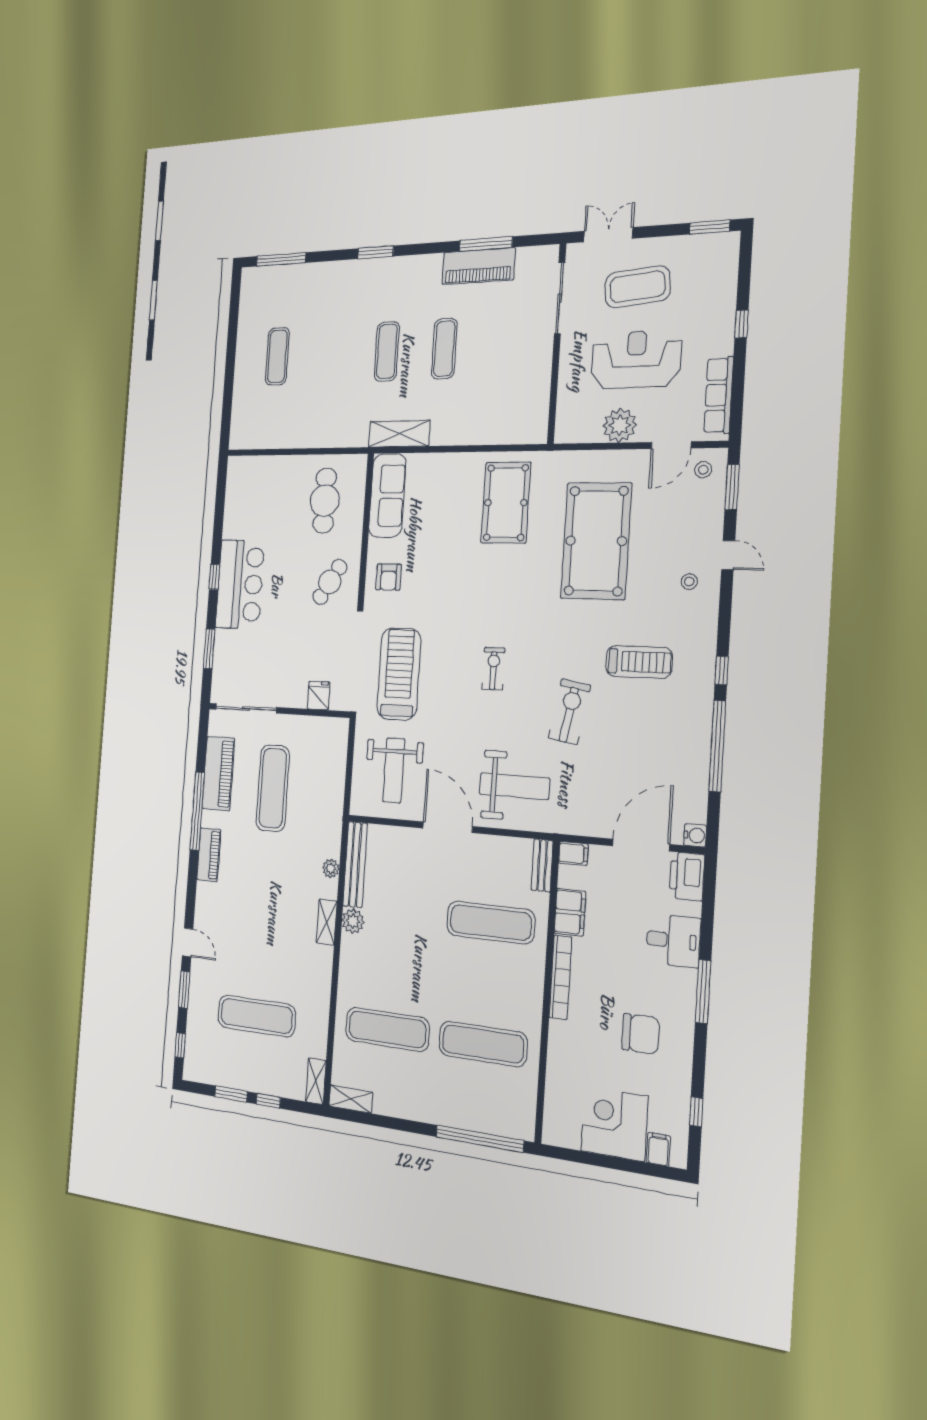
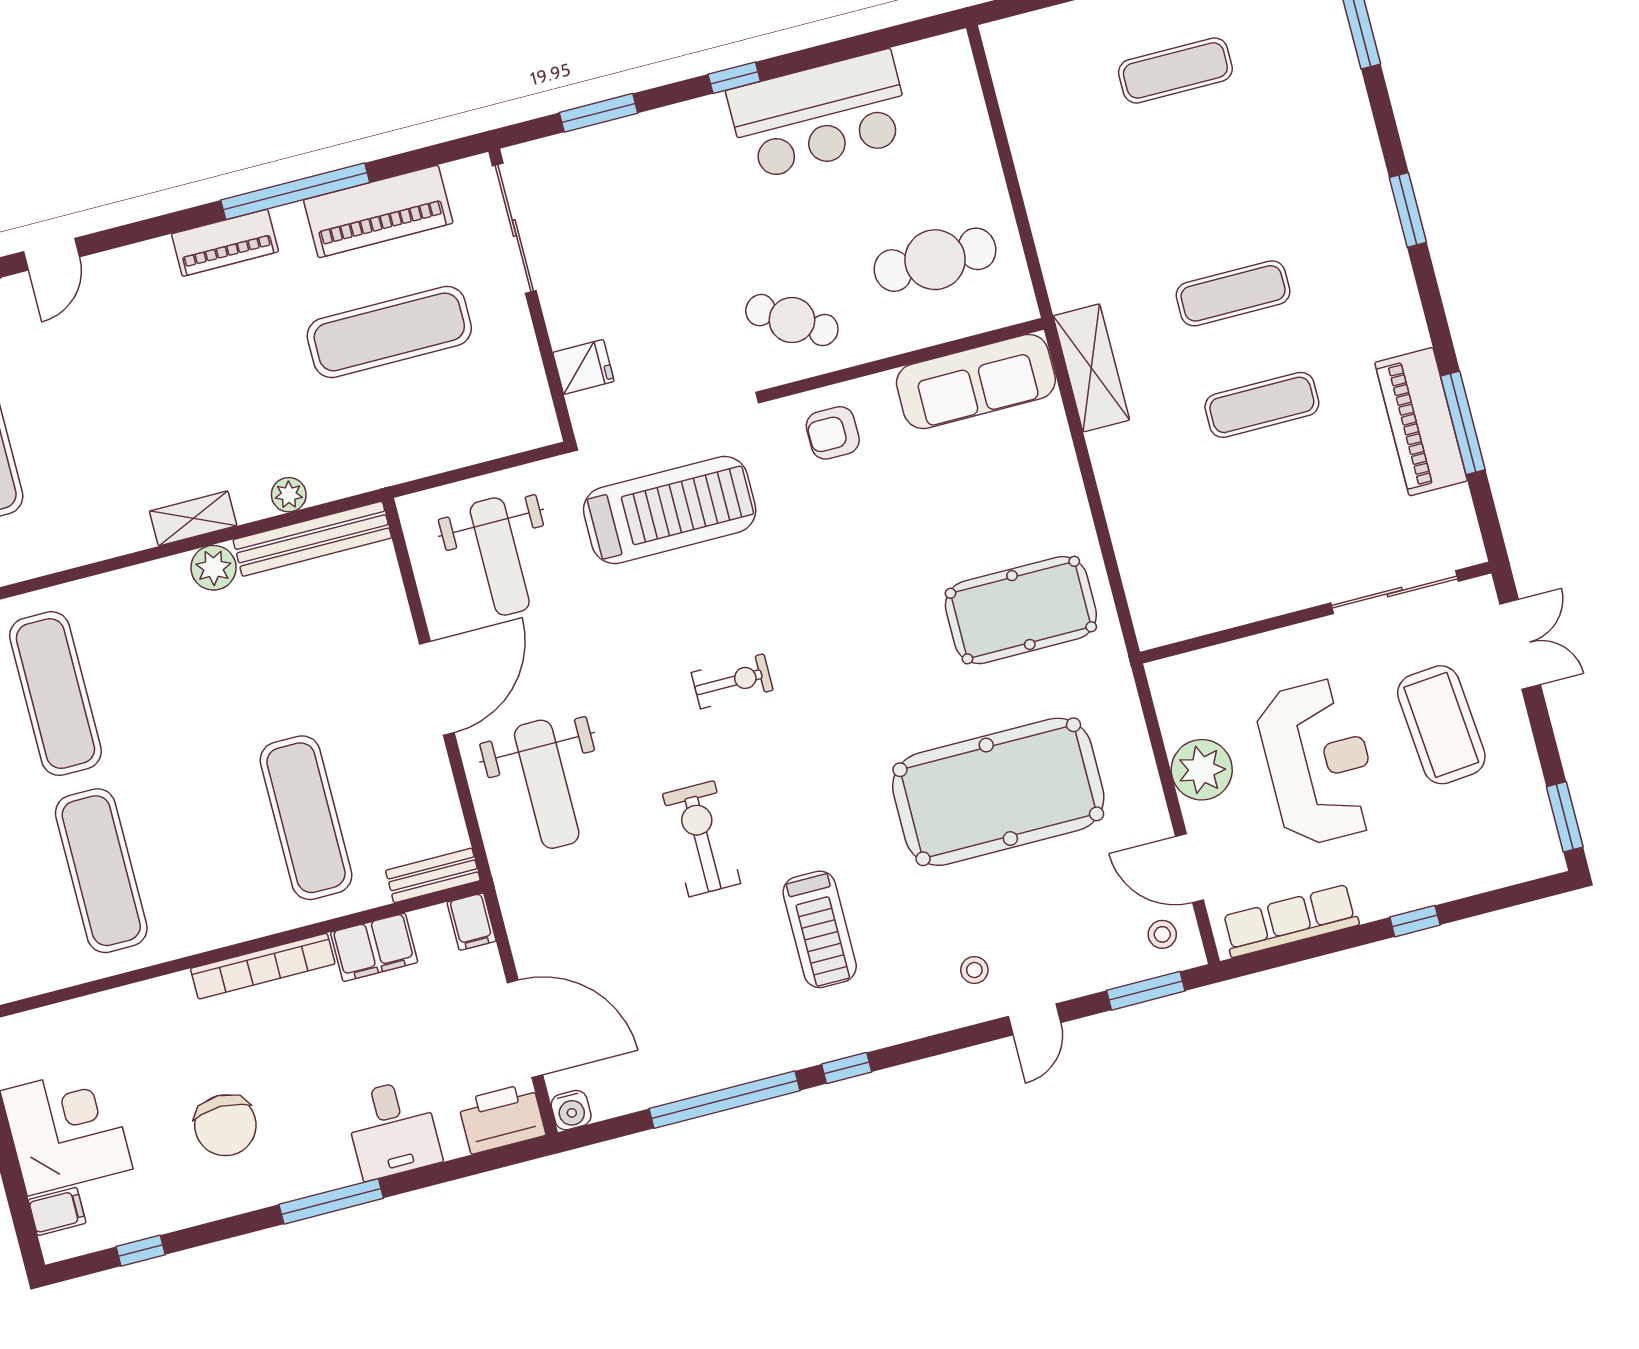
bar counter: (240, 584) -> (820, 115), moved
exercise bike: (569, 712) -> (702, 839), turned -100
weight bench: (394, 770) -> (500, 557), turned -90

